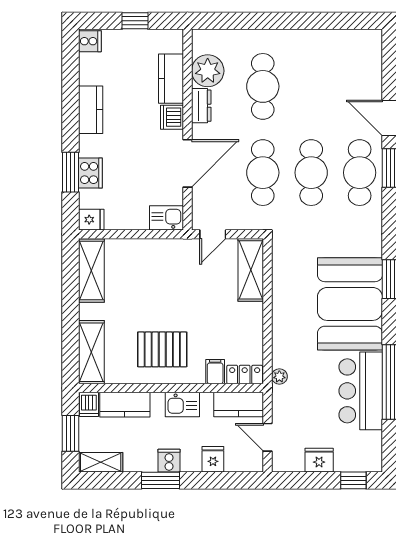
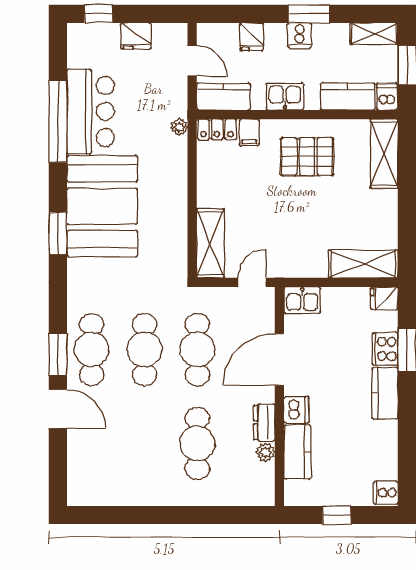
plant: (208, 71) -> (266, 452), width x0.53, depth x0.53
kitchen counter: (91, 110) -> (385, 393), moved
shelving: (91, 271) -> (363, 264), moved, turned 90

